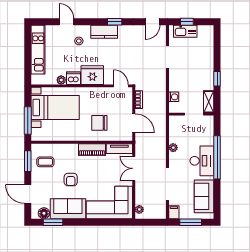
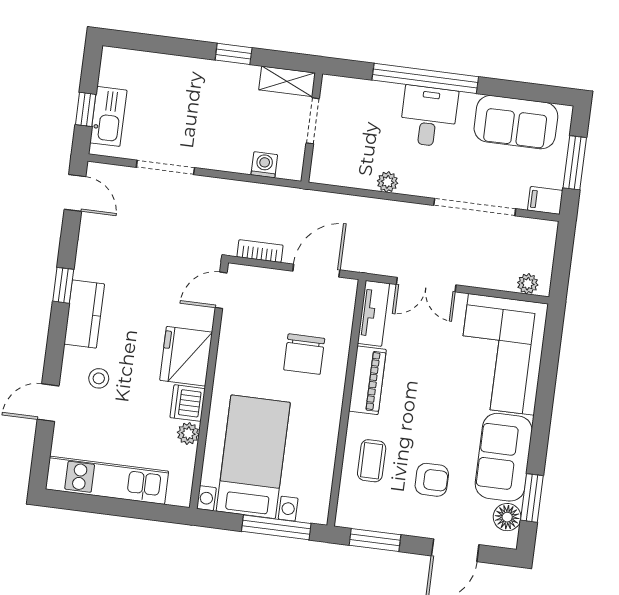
desk: (202, 161) -> (429, 116), width x0.73
coffee table: (45, 162) -> (372, 461), moved
armchair: (71, 180) -> (432, 480), moved

